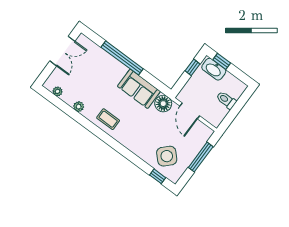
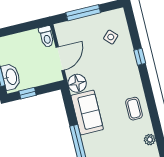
toilet: (226, 100) -> (47, 37), moved
side table: (167, 156) -> (111, 37), width x0.54, depth x0.54
window: (158, 176) -> (140, 57), moved

